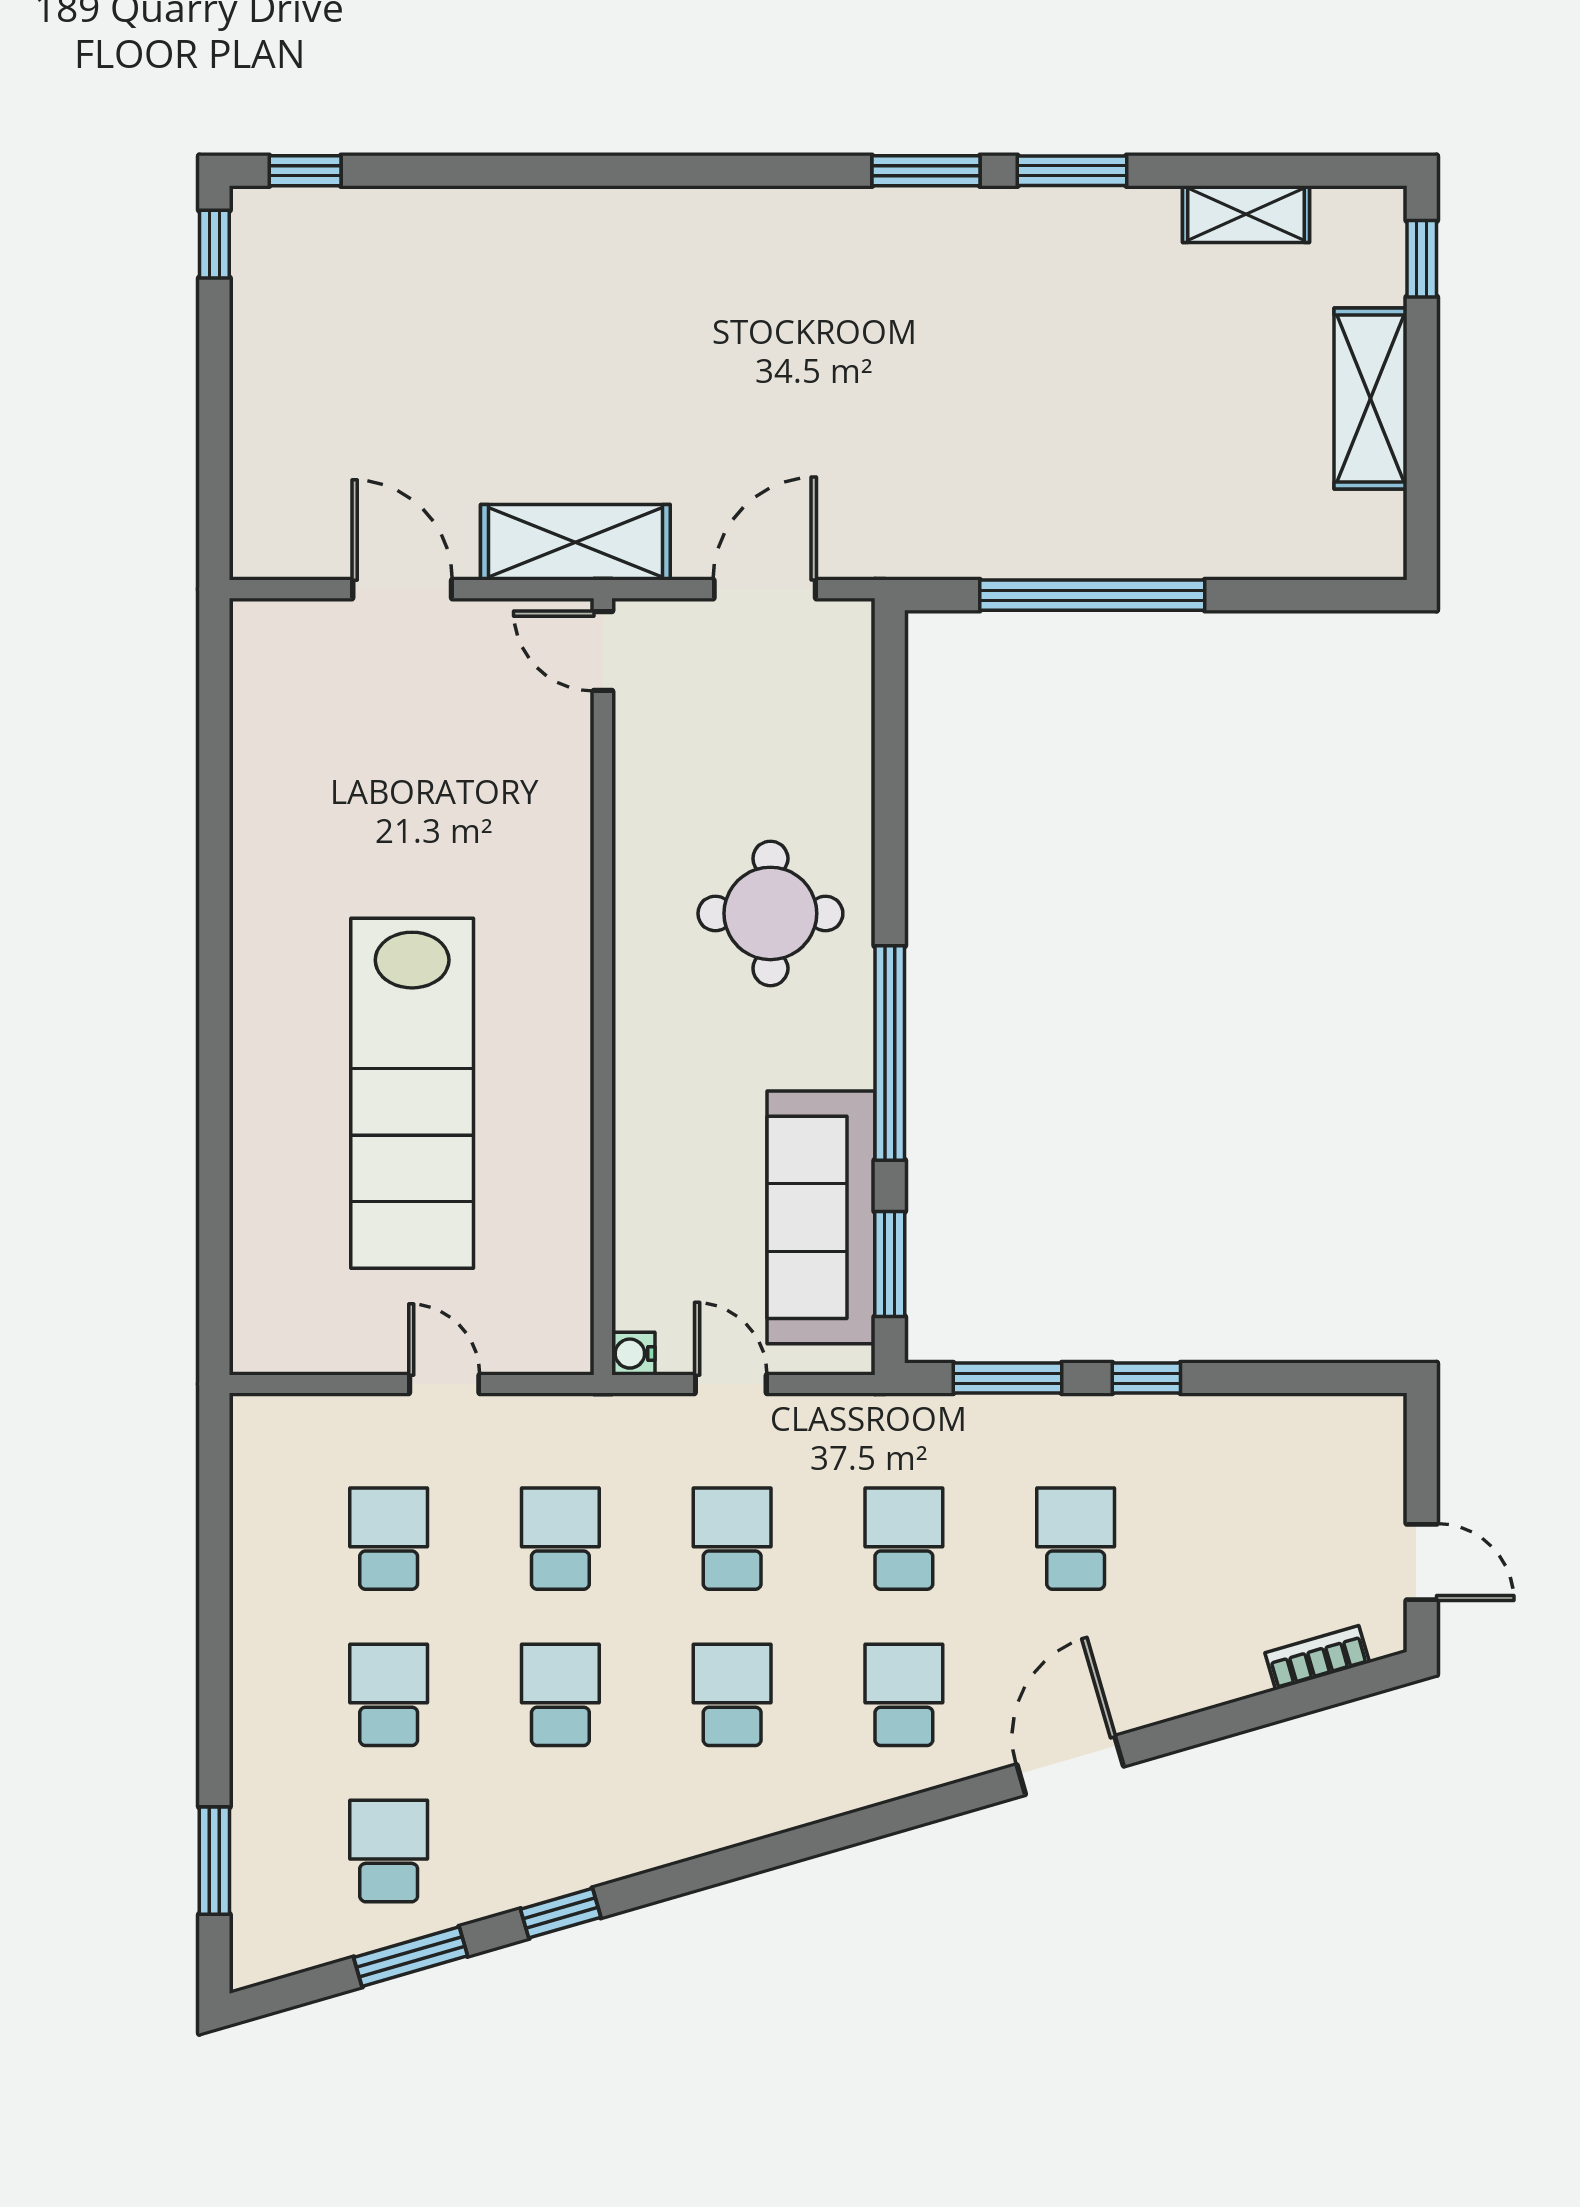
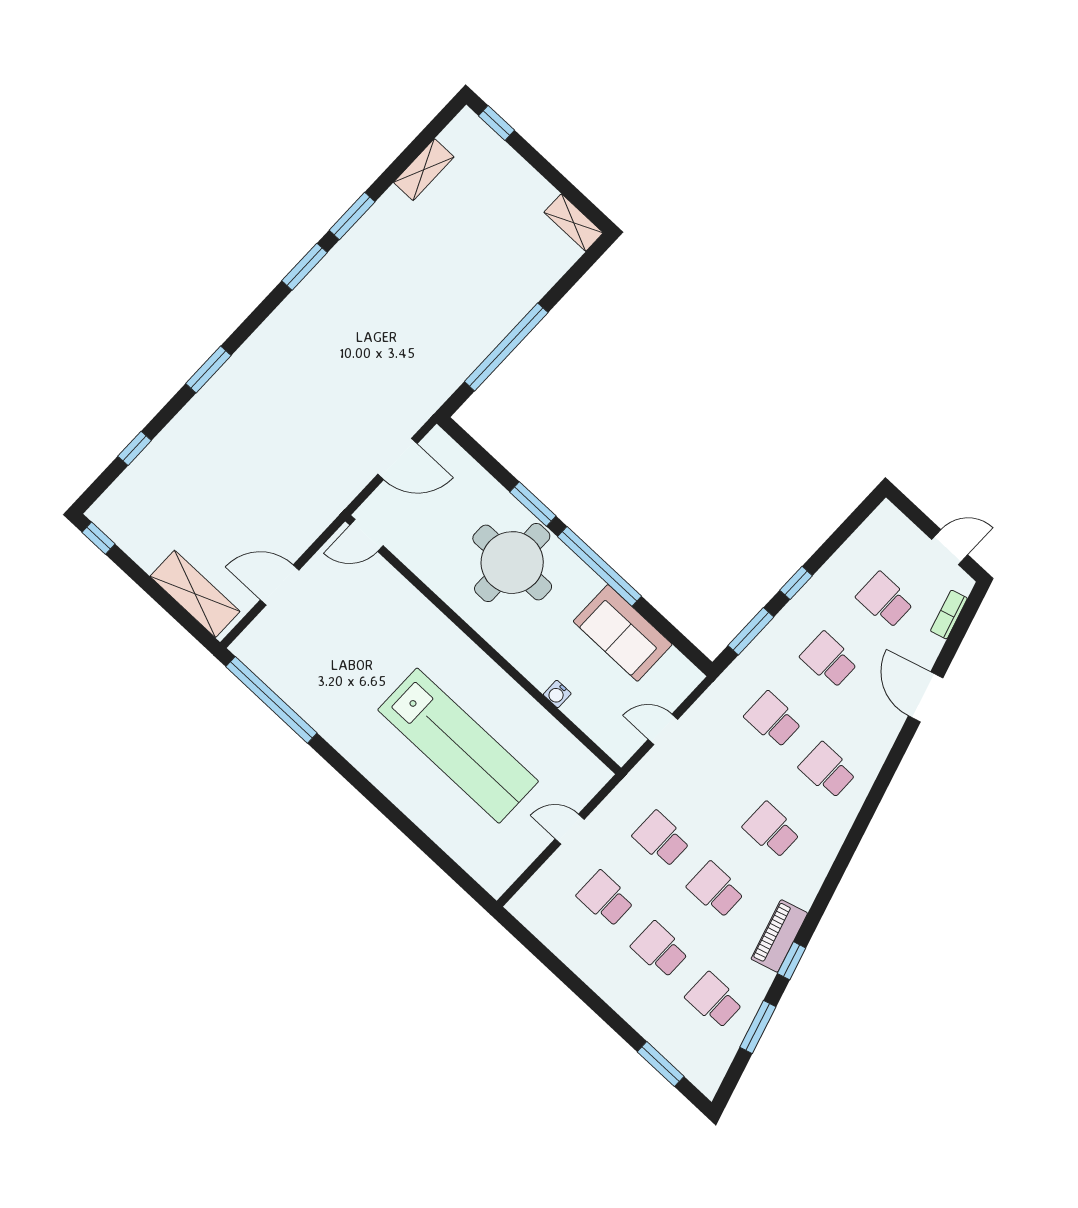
window: (305, 171) -> (135, 448), moved
window: (631, 171) -> (208, 369), added
shelving: (1370, 398) -> (573, 223), moved, width x0.67, depth x0.75
shelving: (575, 542) -> (195, 594), moved, turned 90
door: (765, 589) -> (398, 459), swing flipped
window: (214, 741) -> (271, 700), added
round table: (770, 913) -> (512, 563), width x1.36, depth x1.36
sofa: (821, 1217) -> (623, 633), width x0.73
window: (890, 1264) -> (533, 504), moved
water cooler: (633, 1354) -> (557, 694), moved
school desk: (732, 1539) -> (885, 600), moved
door: (1070, 1765) -> (926, 697), moved
piano: (581, 1859) -> (779, 936), added

